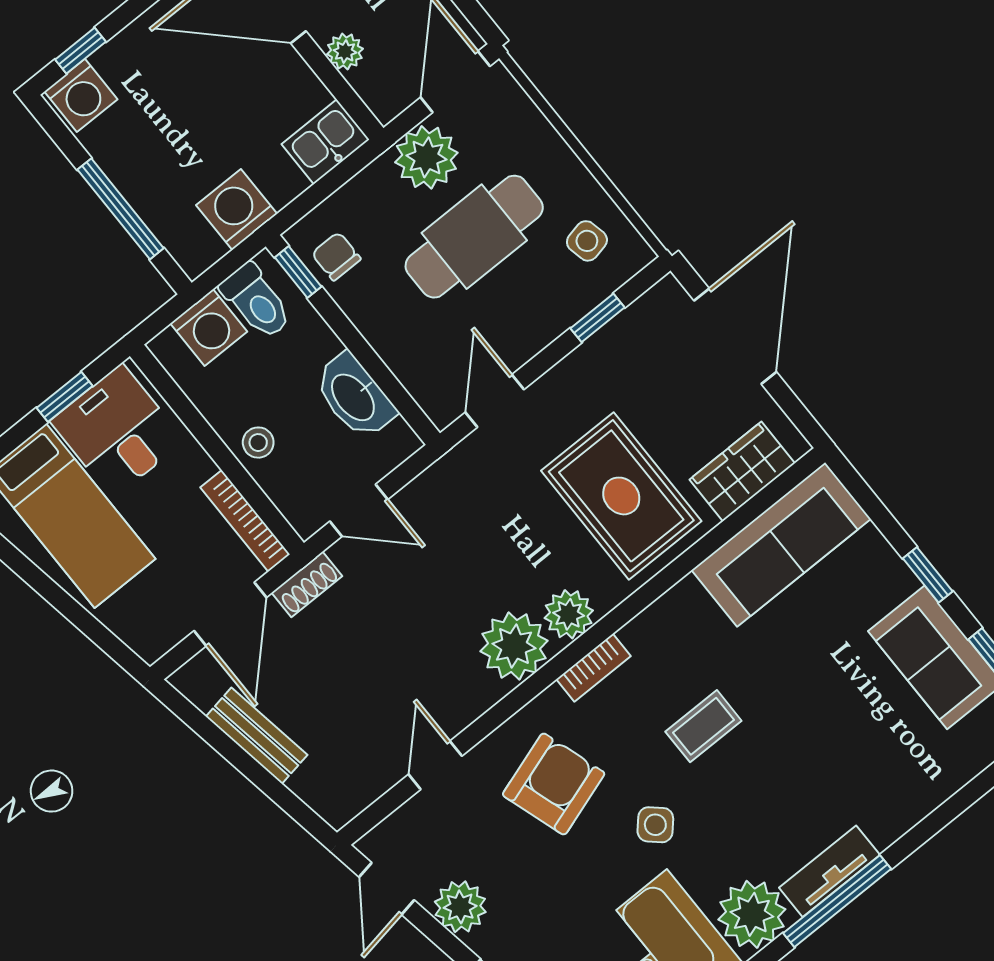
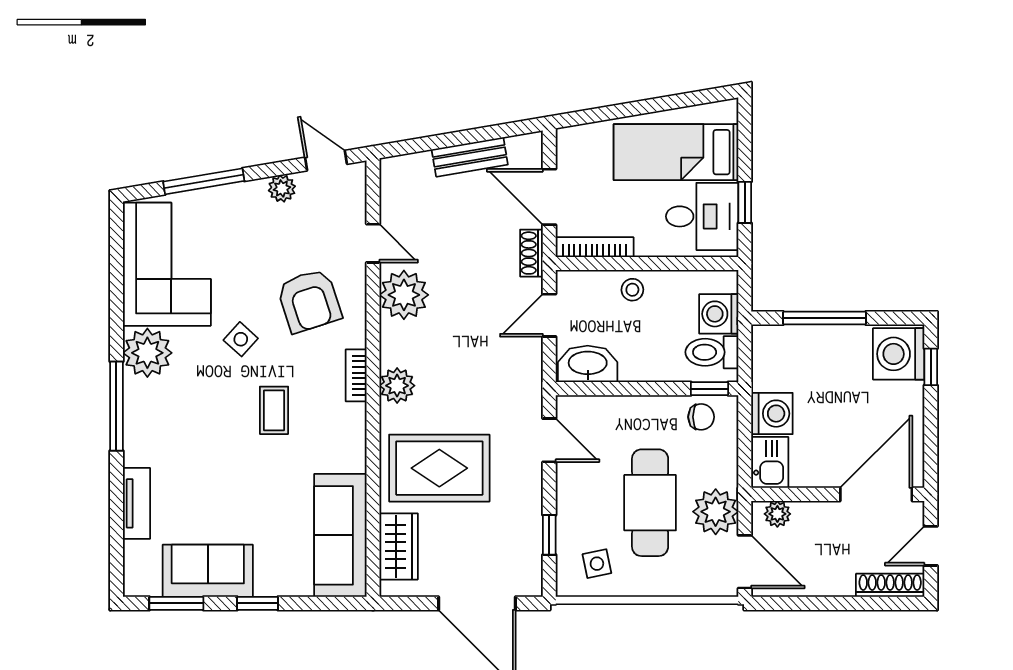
plant: (345, 51) -> (777, 514), moved
washing machine: (81, 95) -> (899, 354), width x1.37, depth x1.37
washing machine: (237, 210) -> (772, 414), moved
washbasin: (354, 396) -> (588, 364), moved
plant: (514, 646) -> (404, 295), moved
tv unit: (829, 871) -> (136, 503), moved
plant: (460, 907) -> (282, 188), width x0.73, depth x0.73

